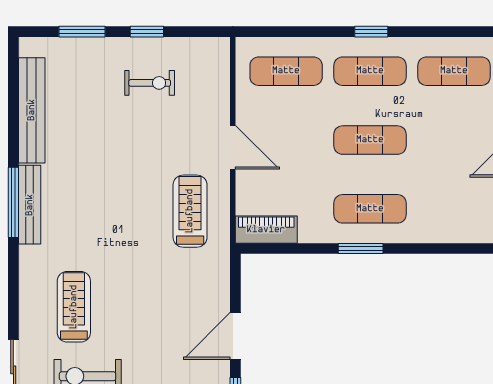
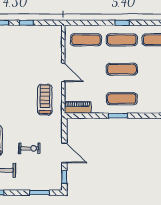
exercise bike: (150, 83) -> (30, 148), moved
door: (235, 336) -> (64, 153), swing flipped

